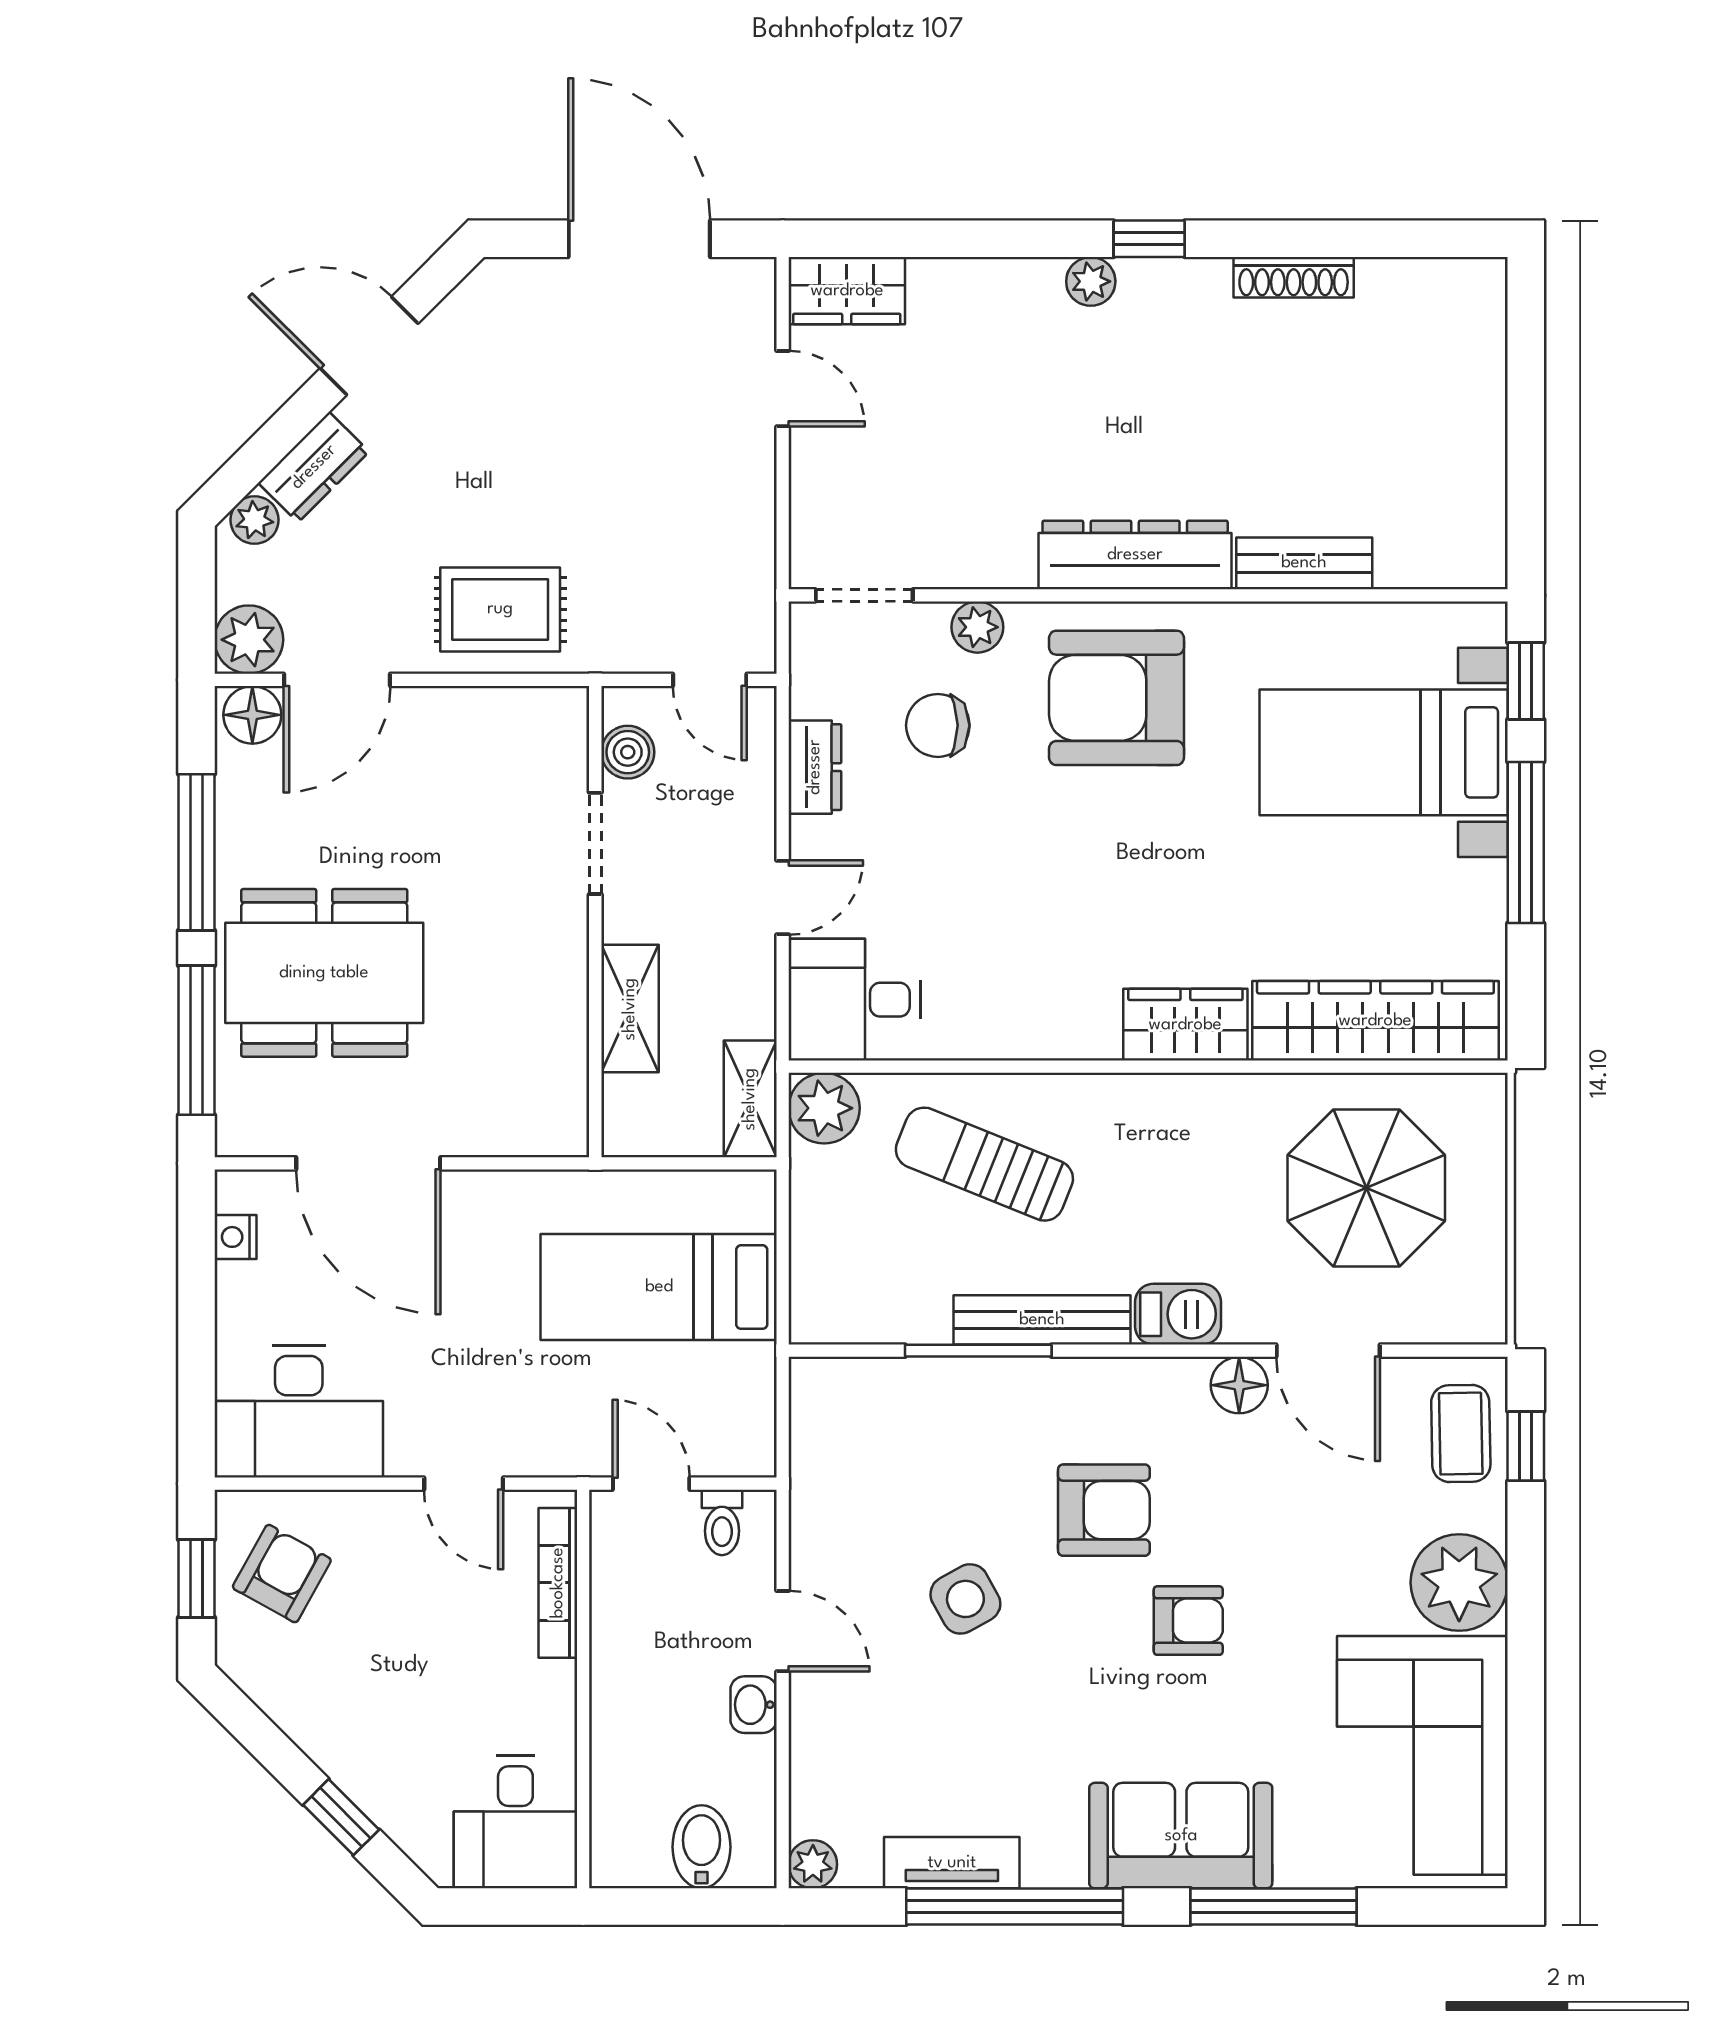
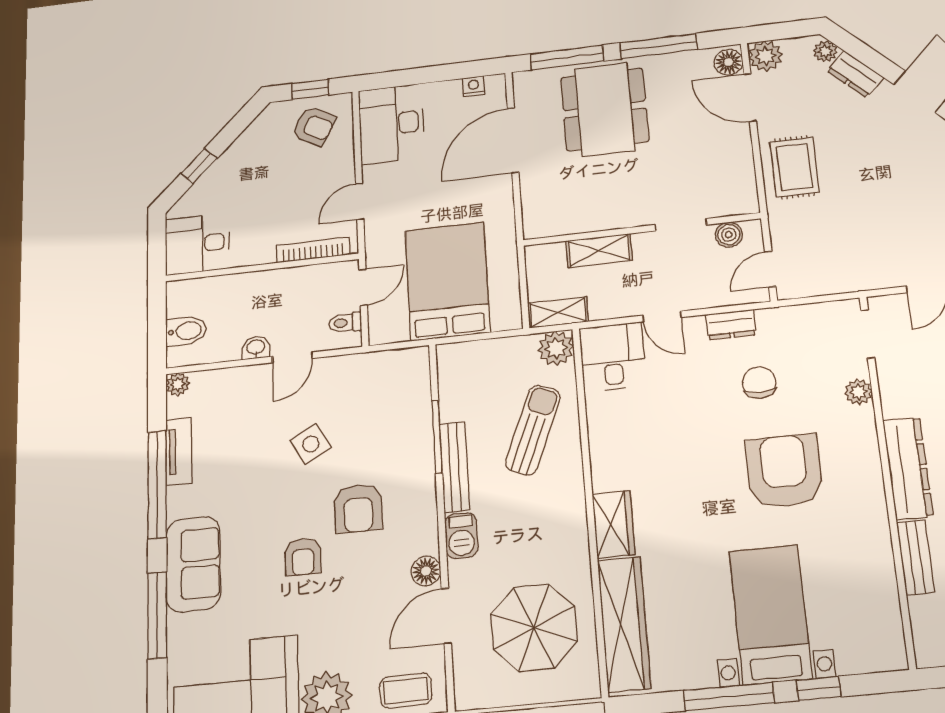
dresser: (1135, 555) -> (908, 468), moved
bench: (1304, 563) -> (916, 557), moved
doorway: (864, 595) -> (868, 334), moved
wall: (1148, 595) -> (887, 477), moved
plant: (977, 627) -> (858, 392), moved
bed: (659, 1287) -> (447, 281), width x1.50

